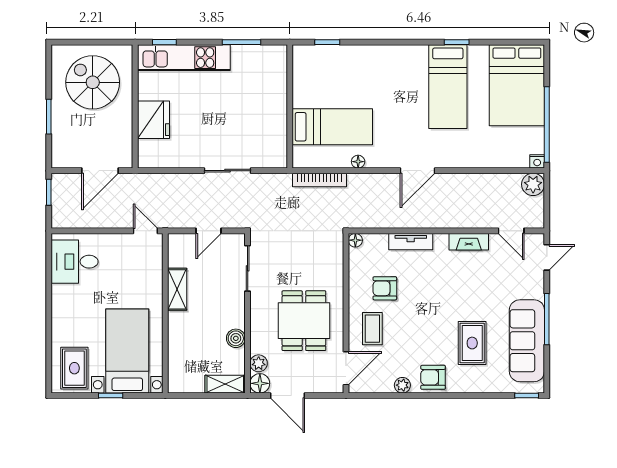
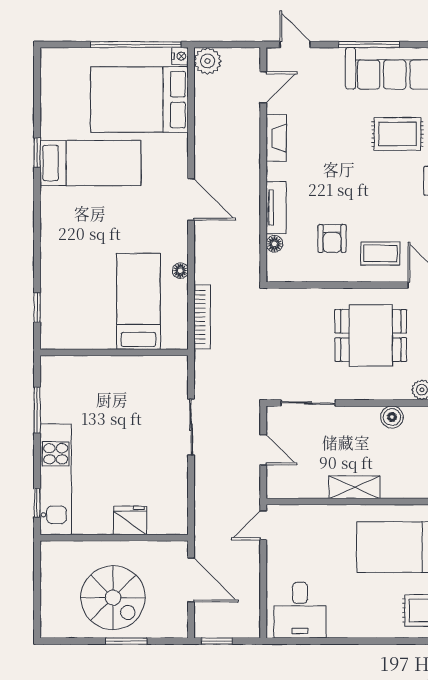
spiral stairs: (93, 82) -> (113, 598), moved, turned -90
bed: (517, 85) -> (139, 100), moved, turned 180
fridge: (154, 120) -> (130, 520), width x0.73, depth x0.75
floor lamp: (355, 240) -> (274, 244), moved
shelving: (177, 289) -> (355, 487), moved

